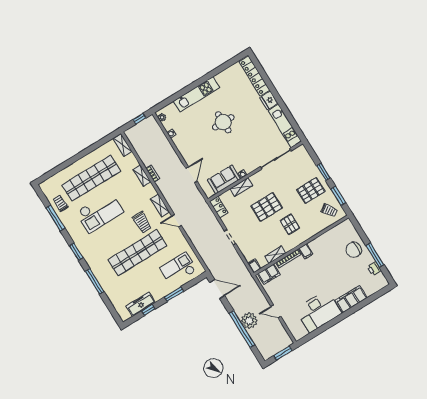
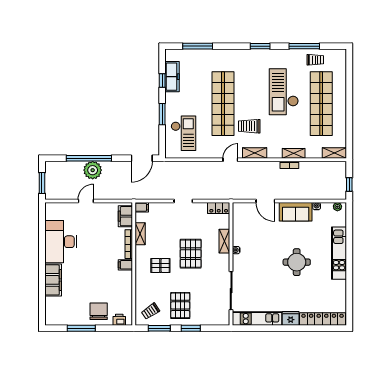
sofa: (224, 179) -> (296, 212), moved, turned 90
printer: (374, 268) -> (119, 320), moved
window: (95, 281) -> (198, 46), moved

